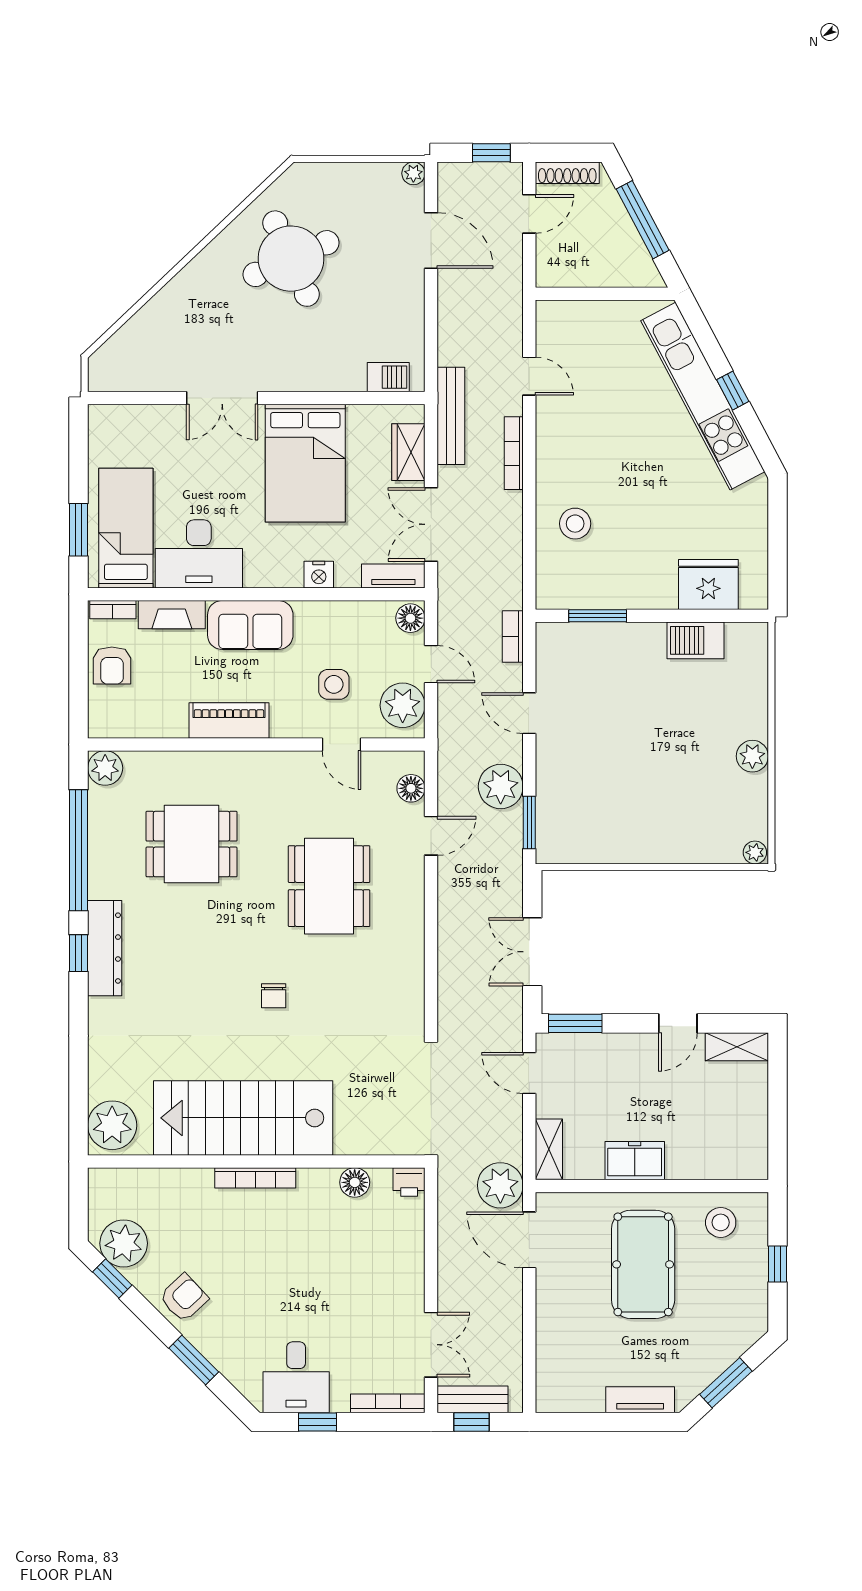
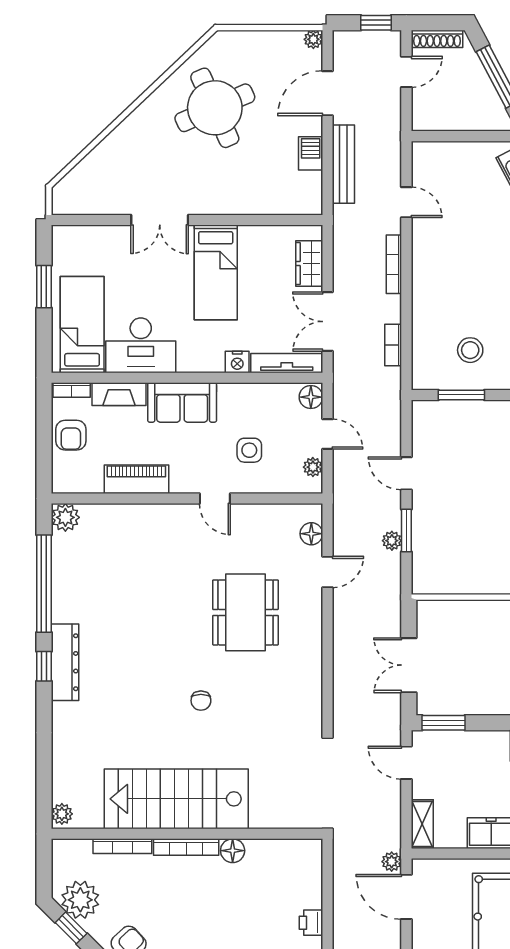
door: (431, 240) -> (327, 93), swing flipped
barbecue: (388, 377) -> (311, 153), moved, turned -90
bench: (451, 416) -> (343, 164), moved
bed: (305, 463) -> (216, 272), width x0.67
stool: (575, 524) -> (470, 350), moved
window: (78, 530) -> (44, 287), moved
tv unit: (393, 576) -> (287, 363), width x1.41
bookcase: (513, 637) -> (393, 345), moved
plant: (403, 705) -> (313, 467), width x0.53, depth x0.53
piano: (229, 720) -> (136, 479), moved
door: (341, 744) -> (215, 499), moved
plant: (501, 787) -> (392, 541), width x0.53, depth x0.53
window: (529, 823) -> (406, 530), moved
dining table: (192, 844) -> (135, 579), removed
plant: (112, 1125) -> (62, 814), width x0.53, depth x0.53
bookcase: (176, 1177) -> (122, 846), added
floor lamp: (355, 1182) -> (233, 851), moved
printer: (409, 1182) -> (311, 923), moved, turned 90
plant: (500, 1185) -> (392, 862), width x0.53, depth x0.53

